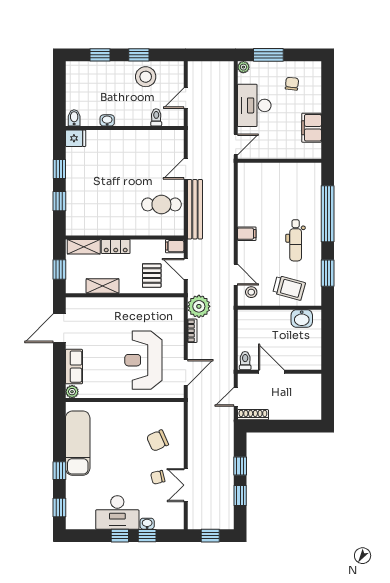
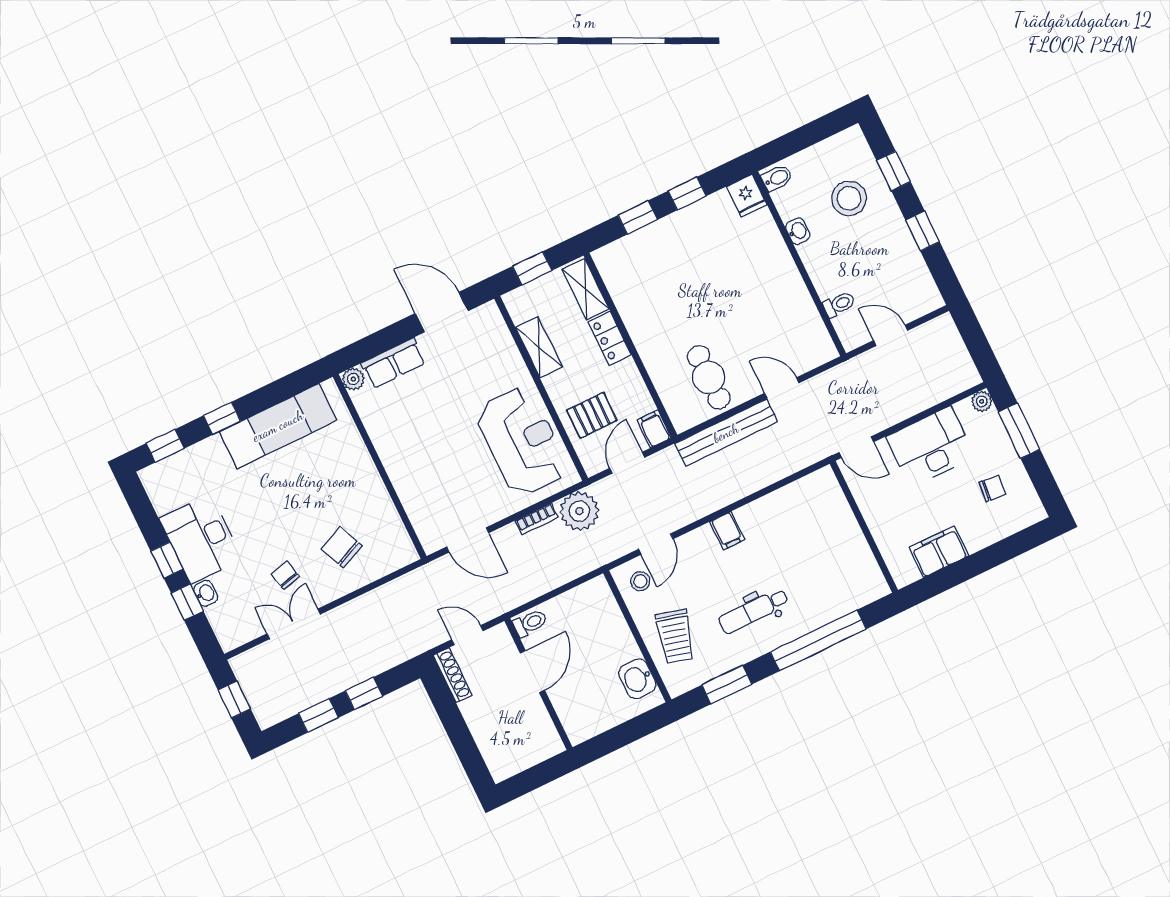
stool: (146, 77) -> (849, 198), moved
reception desk: (143, 360) -> (522, 441), moved, turned 90

